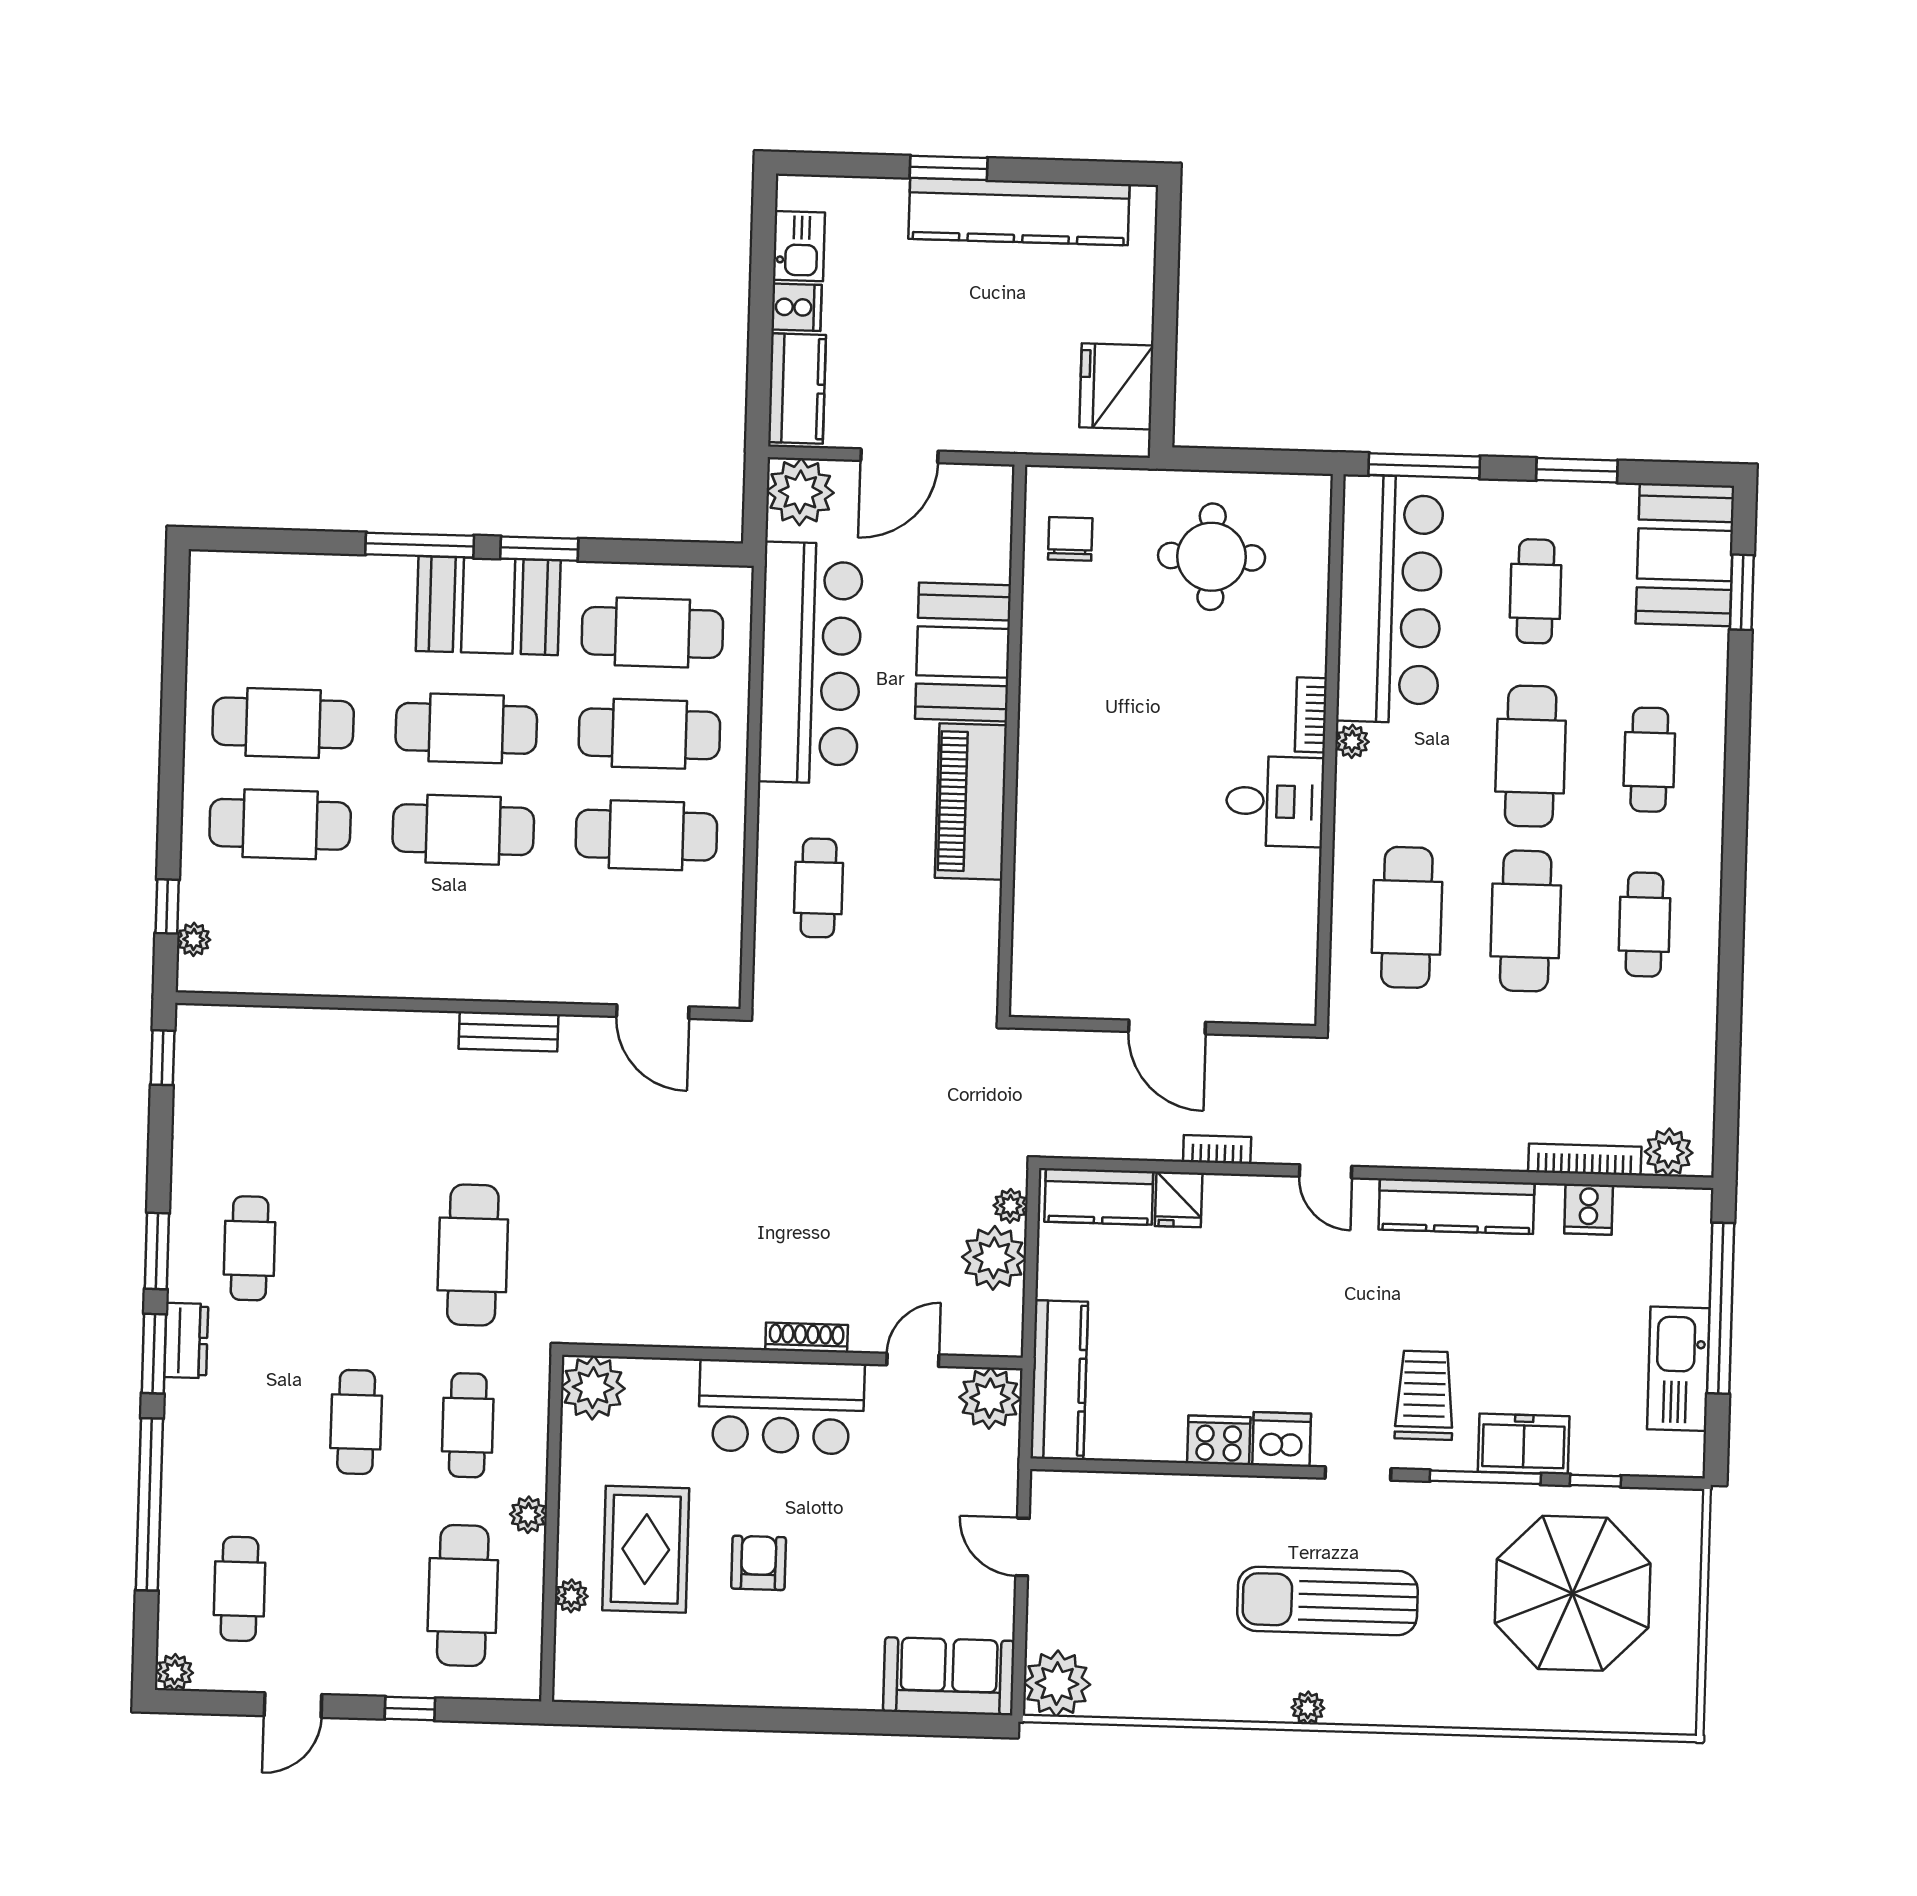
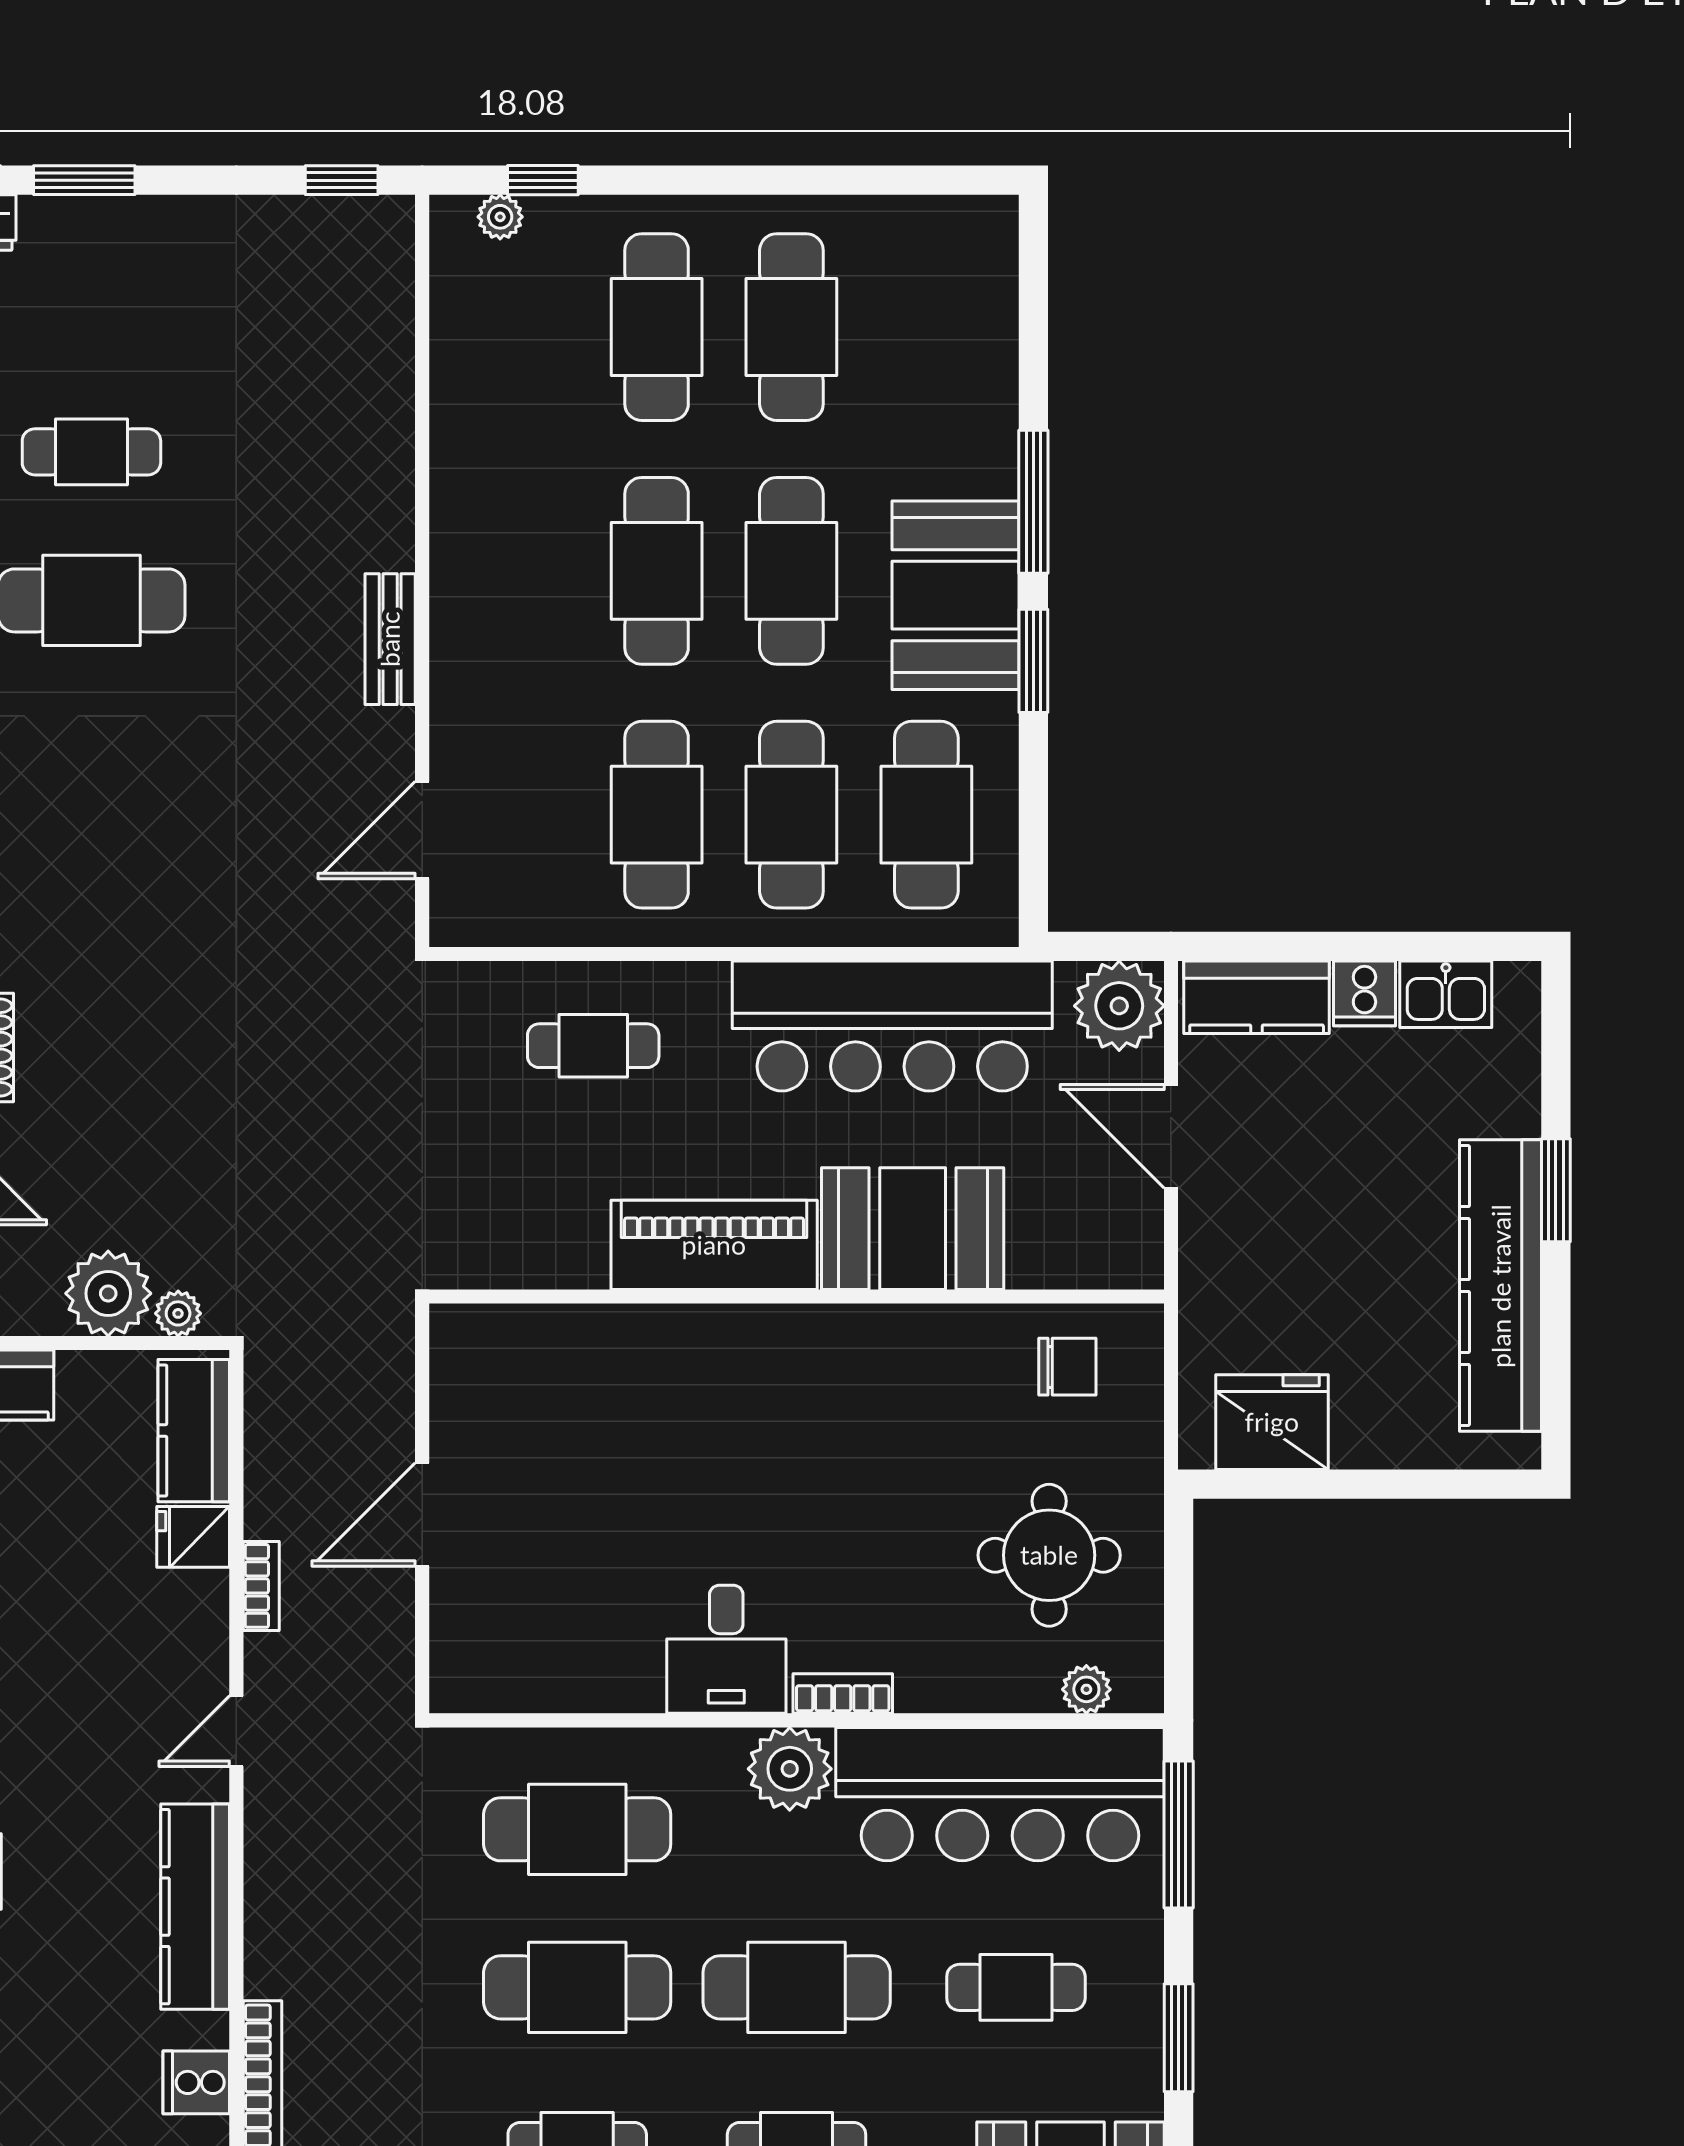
plant: (1313, 532) -> (1086, 1689), added
plant: (1352, 741) -> (790, 1769), width x1.87, depth x1.87
cafe table: (250, 1248) -> (91, 452), moved

